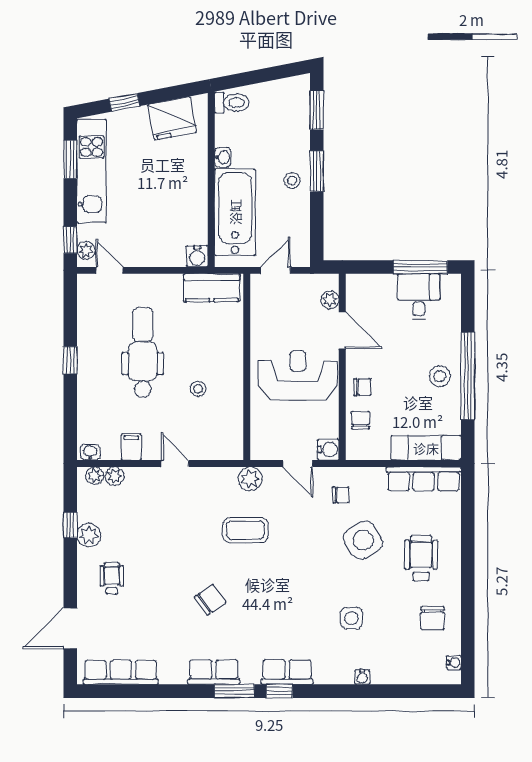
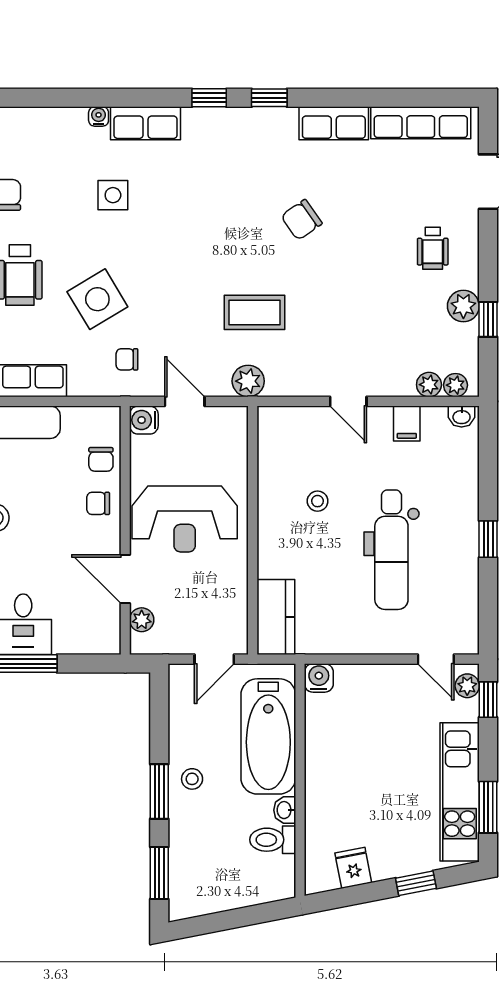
toilet: (232, 103) -> (273, 840), moved
fridge: (172, 118) -> (353, 868), width x0.53, depth x0.75
kitchen counter: (212, 288) -> (276, 617), moved, turned 90
row of seats: (214, 672) -> (334, 123), moved
row of seats: (287, 672) -> (146, 123), moved
window: (234, 691) -> (269, 98), width x0.67

